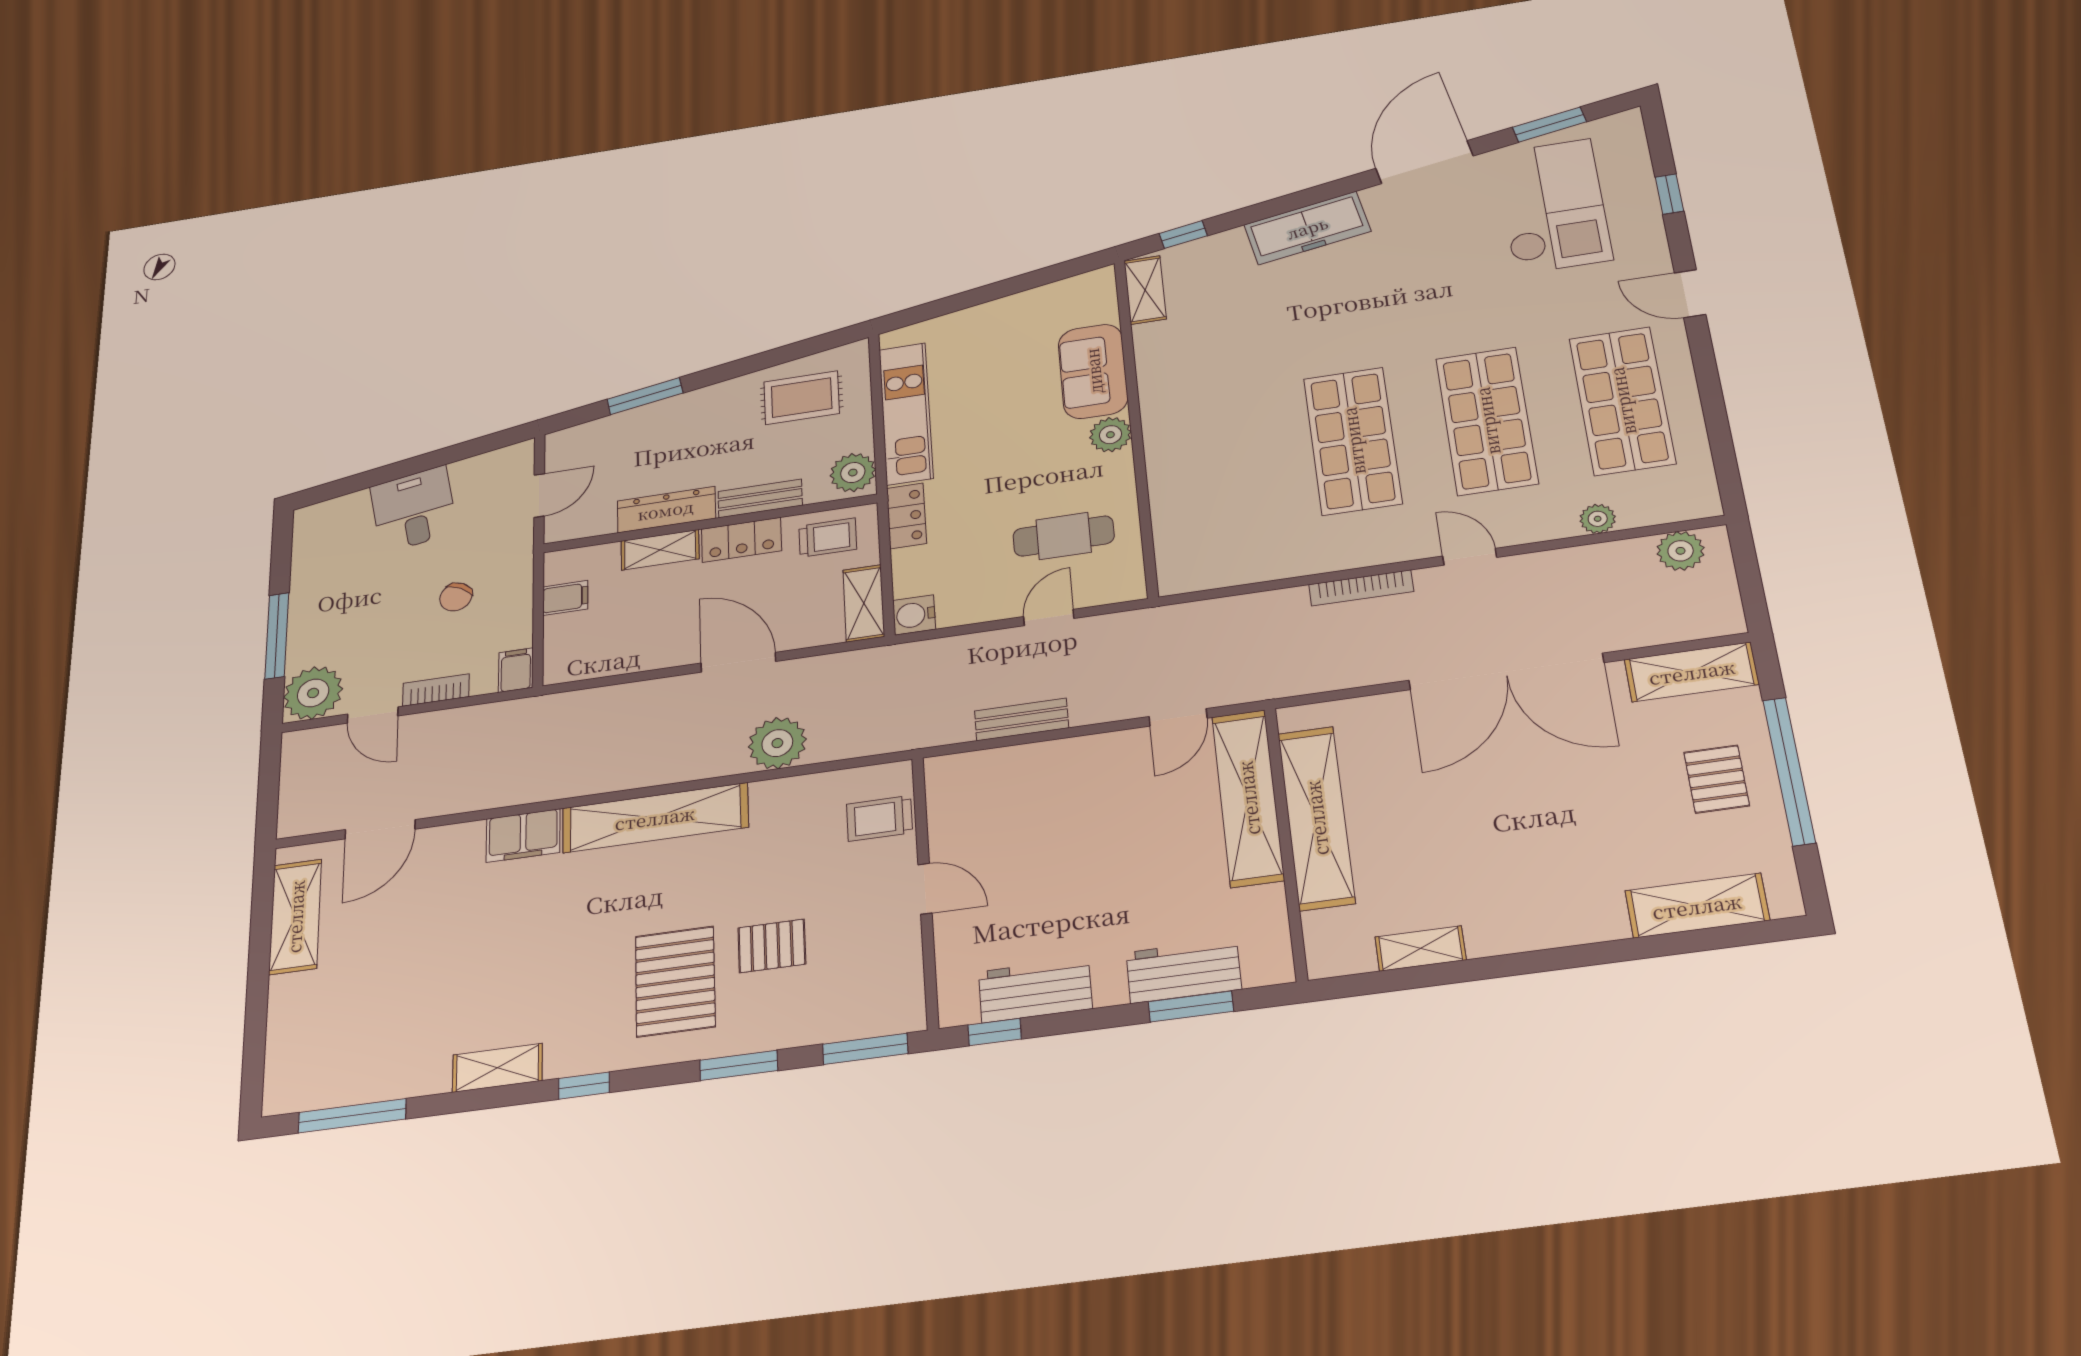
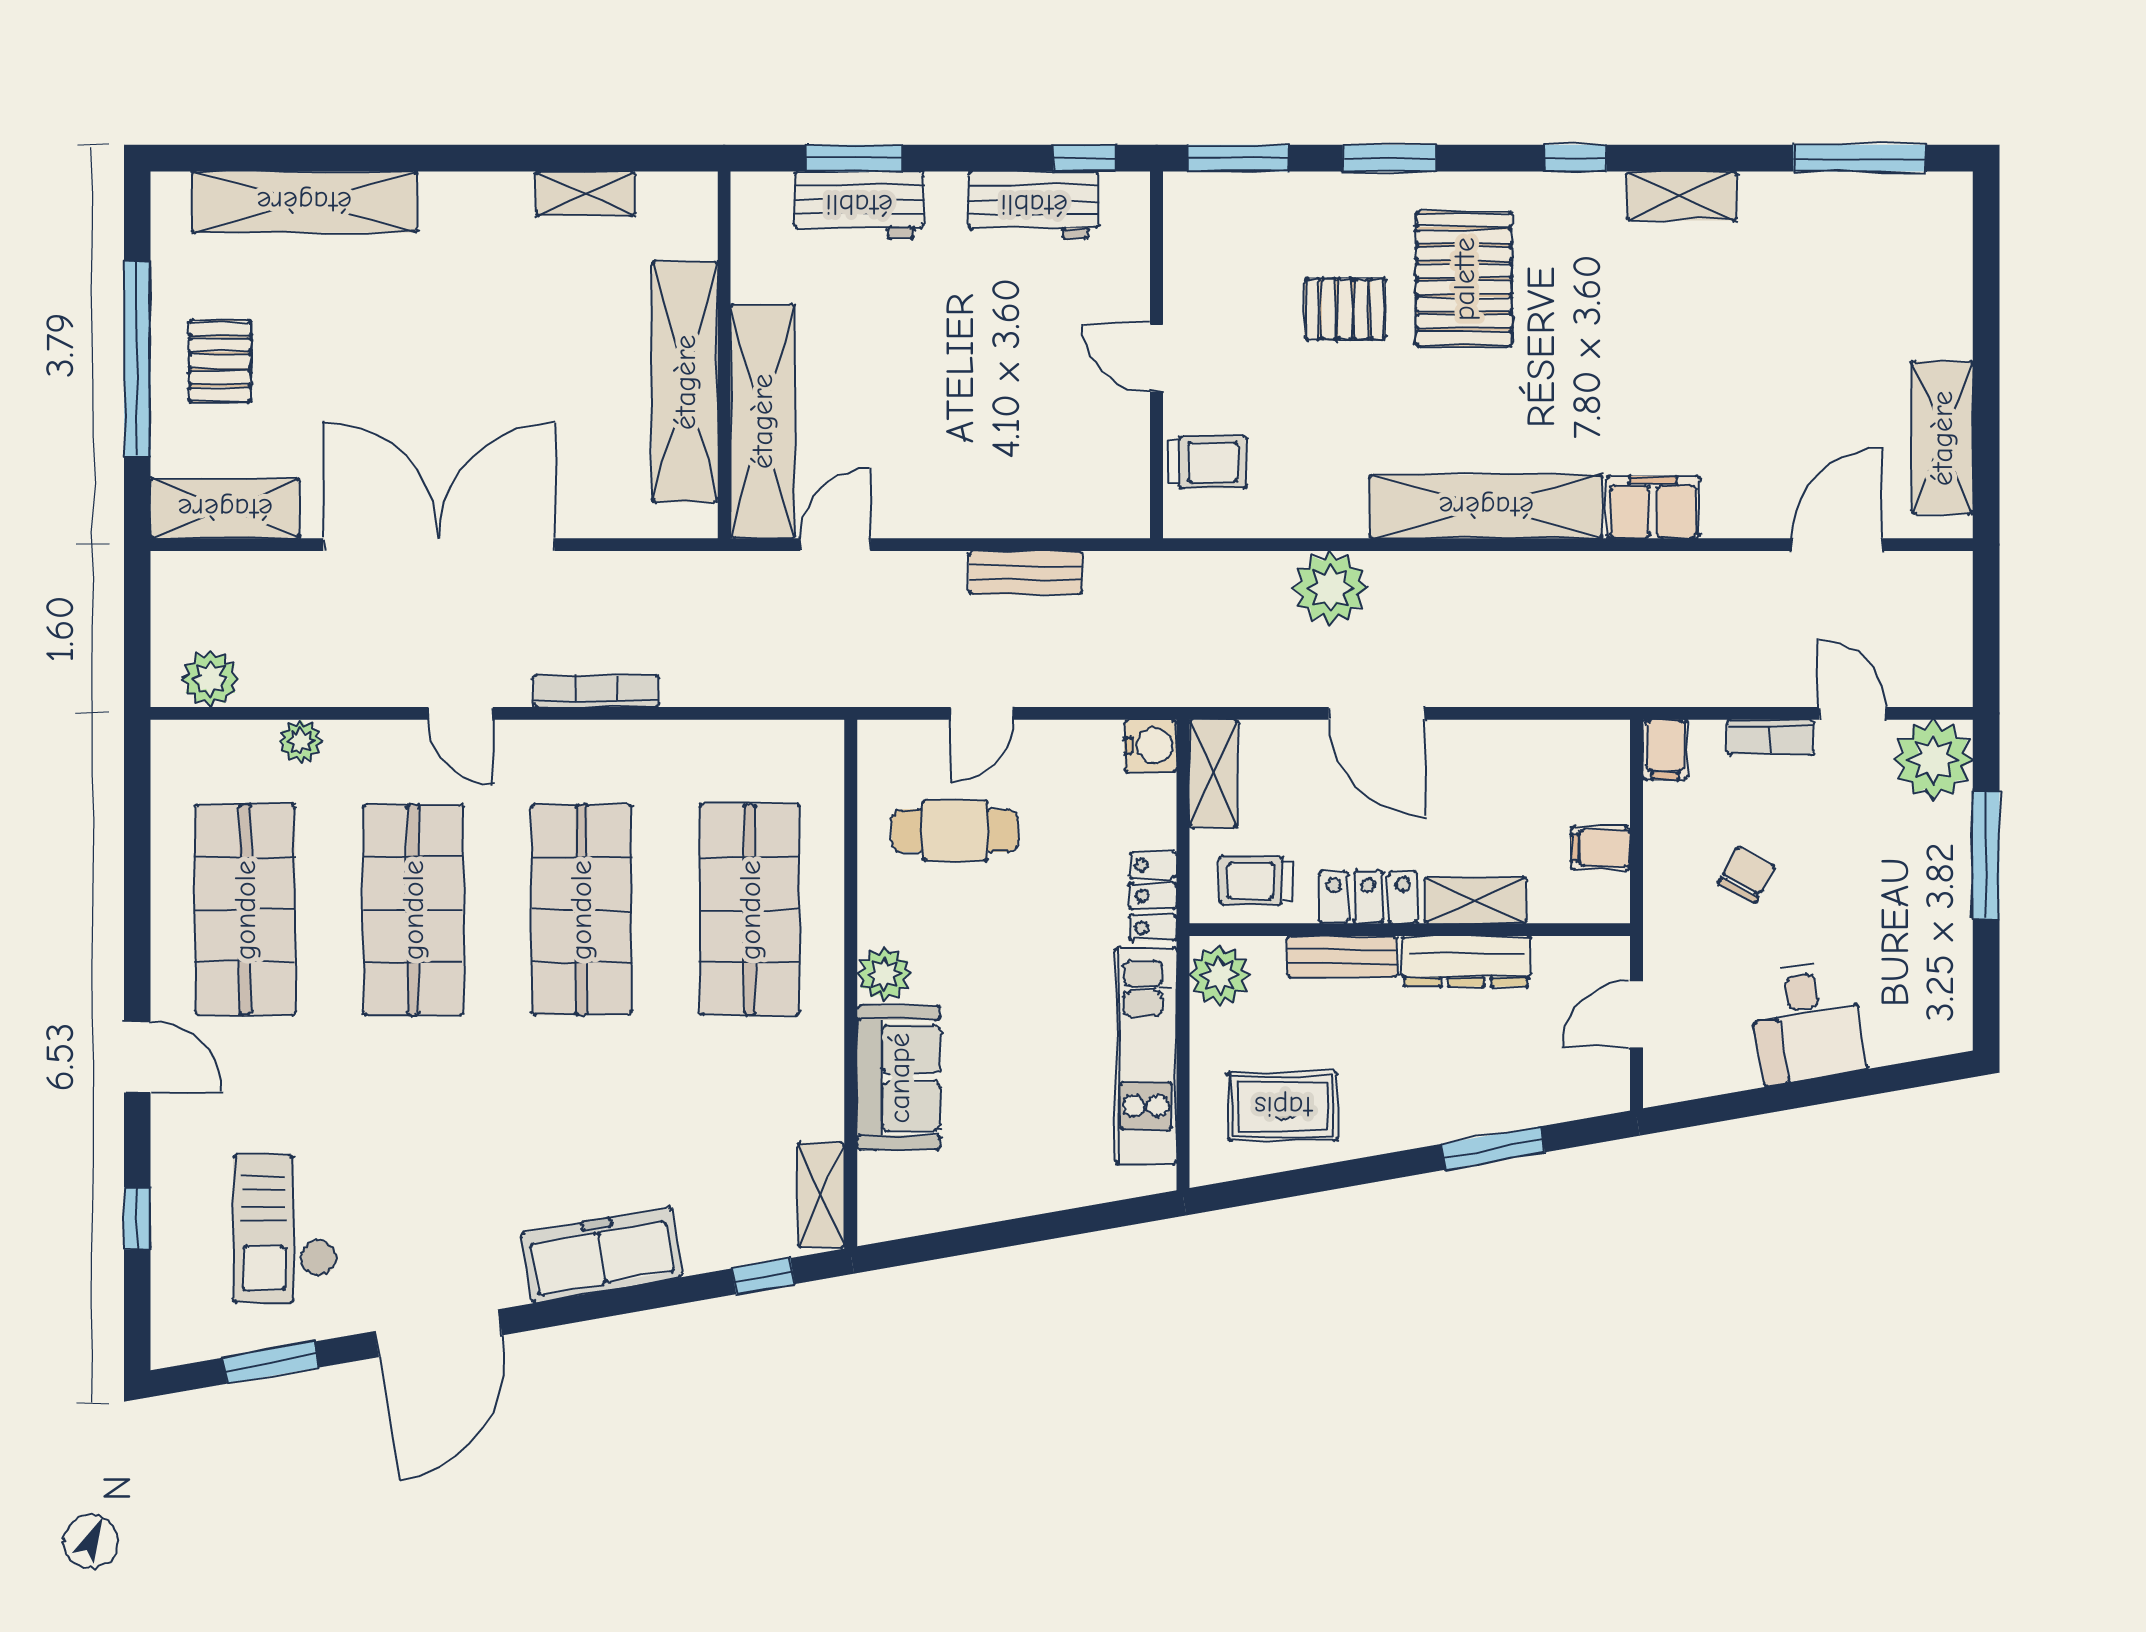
checkout: (1553, 206) -> (285, 1228), width x0.73, depth x0.83
shop shelf: (1220, 461) -> (750, 910), added
shelving: (1697, 906) -> (304, 202), width x1.47

